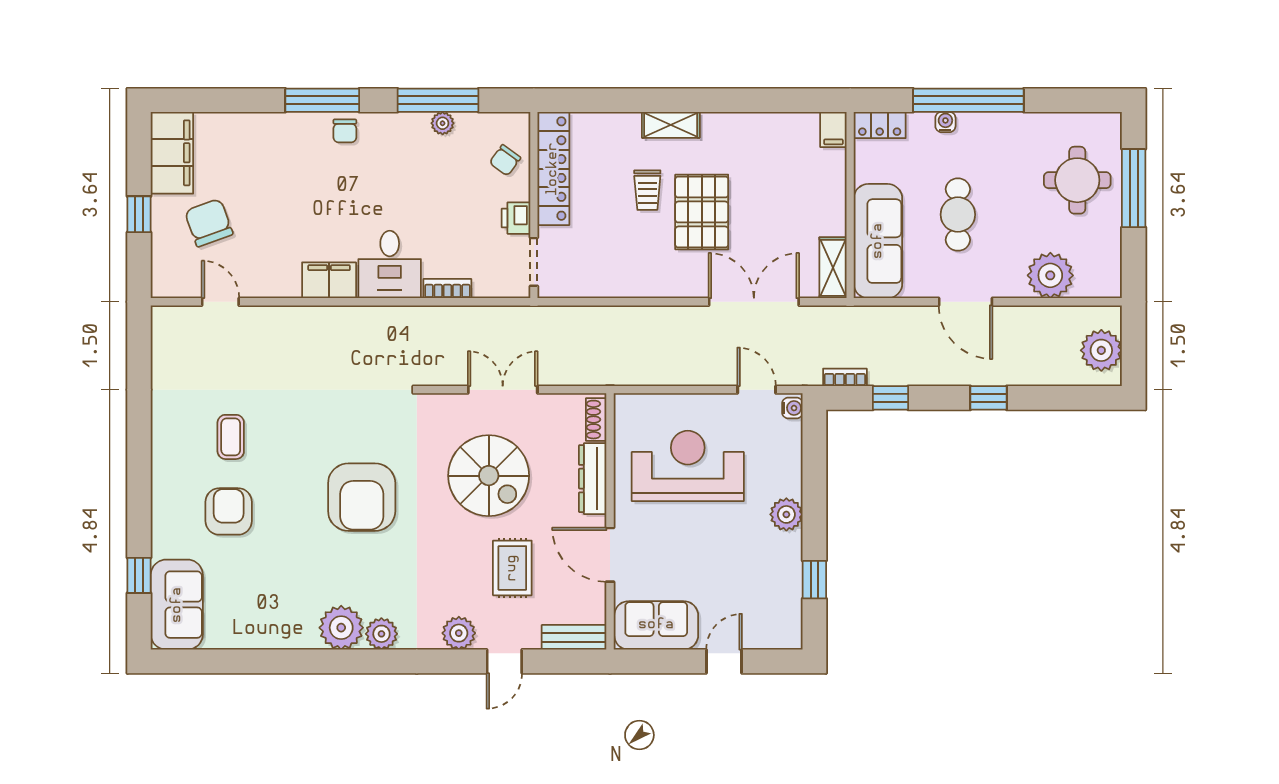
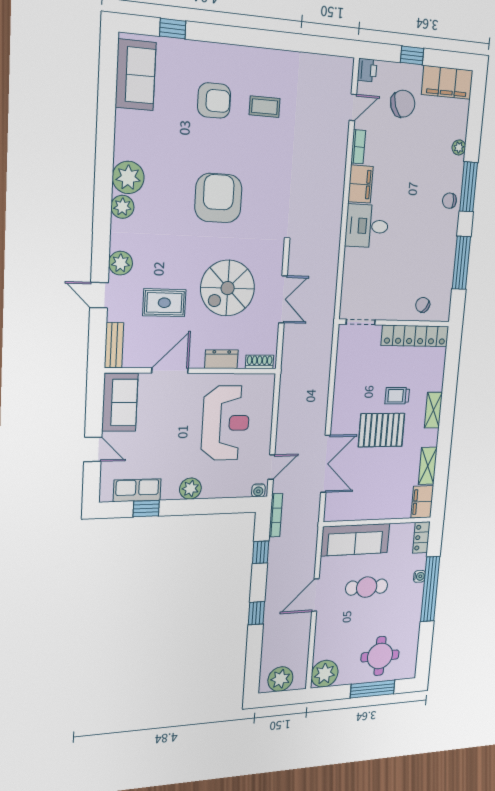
plant: (443, 123) -> (459, 147), moved
filing cabinet: (833, 130) -> (422, 502), width x2.00
printer: (516, 218) -> (367, 70), moved, turned 90
shelving: (833, 268) -> (428, 466), moved, turned 90
plant: (1050, 275) -> (325, 674), moved
bookcase: (447, 289) -> (358, 147), moved
bookcase: (845, 377) -> (276, 515), width x1.56
dresser: (593, 479) -> (221, 359), width x0.70
armchair: (362, 497) -> (218, 198), turned 90
row of seats: (786, 594) -> (137, 490), added
sofa: (177, 605) -> (136, 75), moved, turned -90

